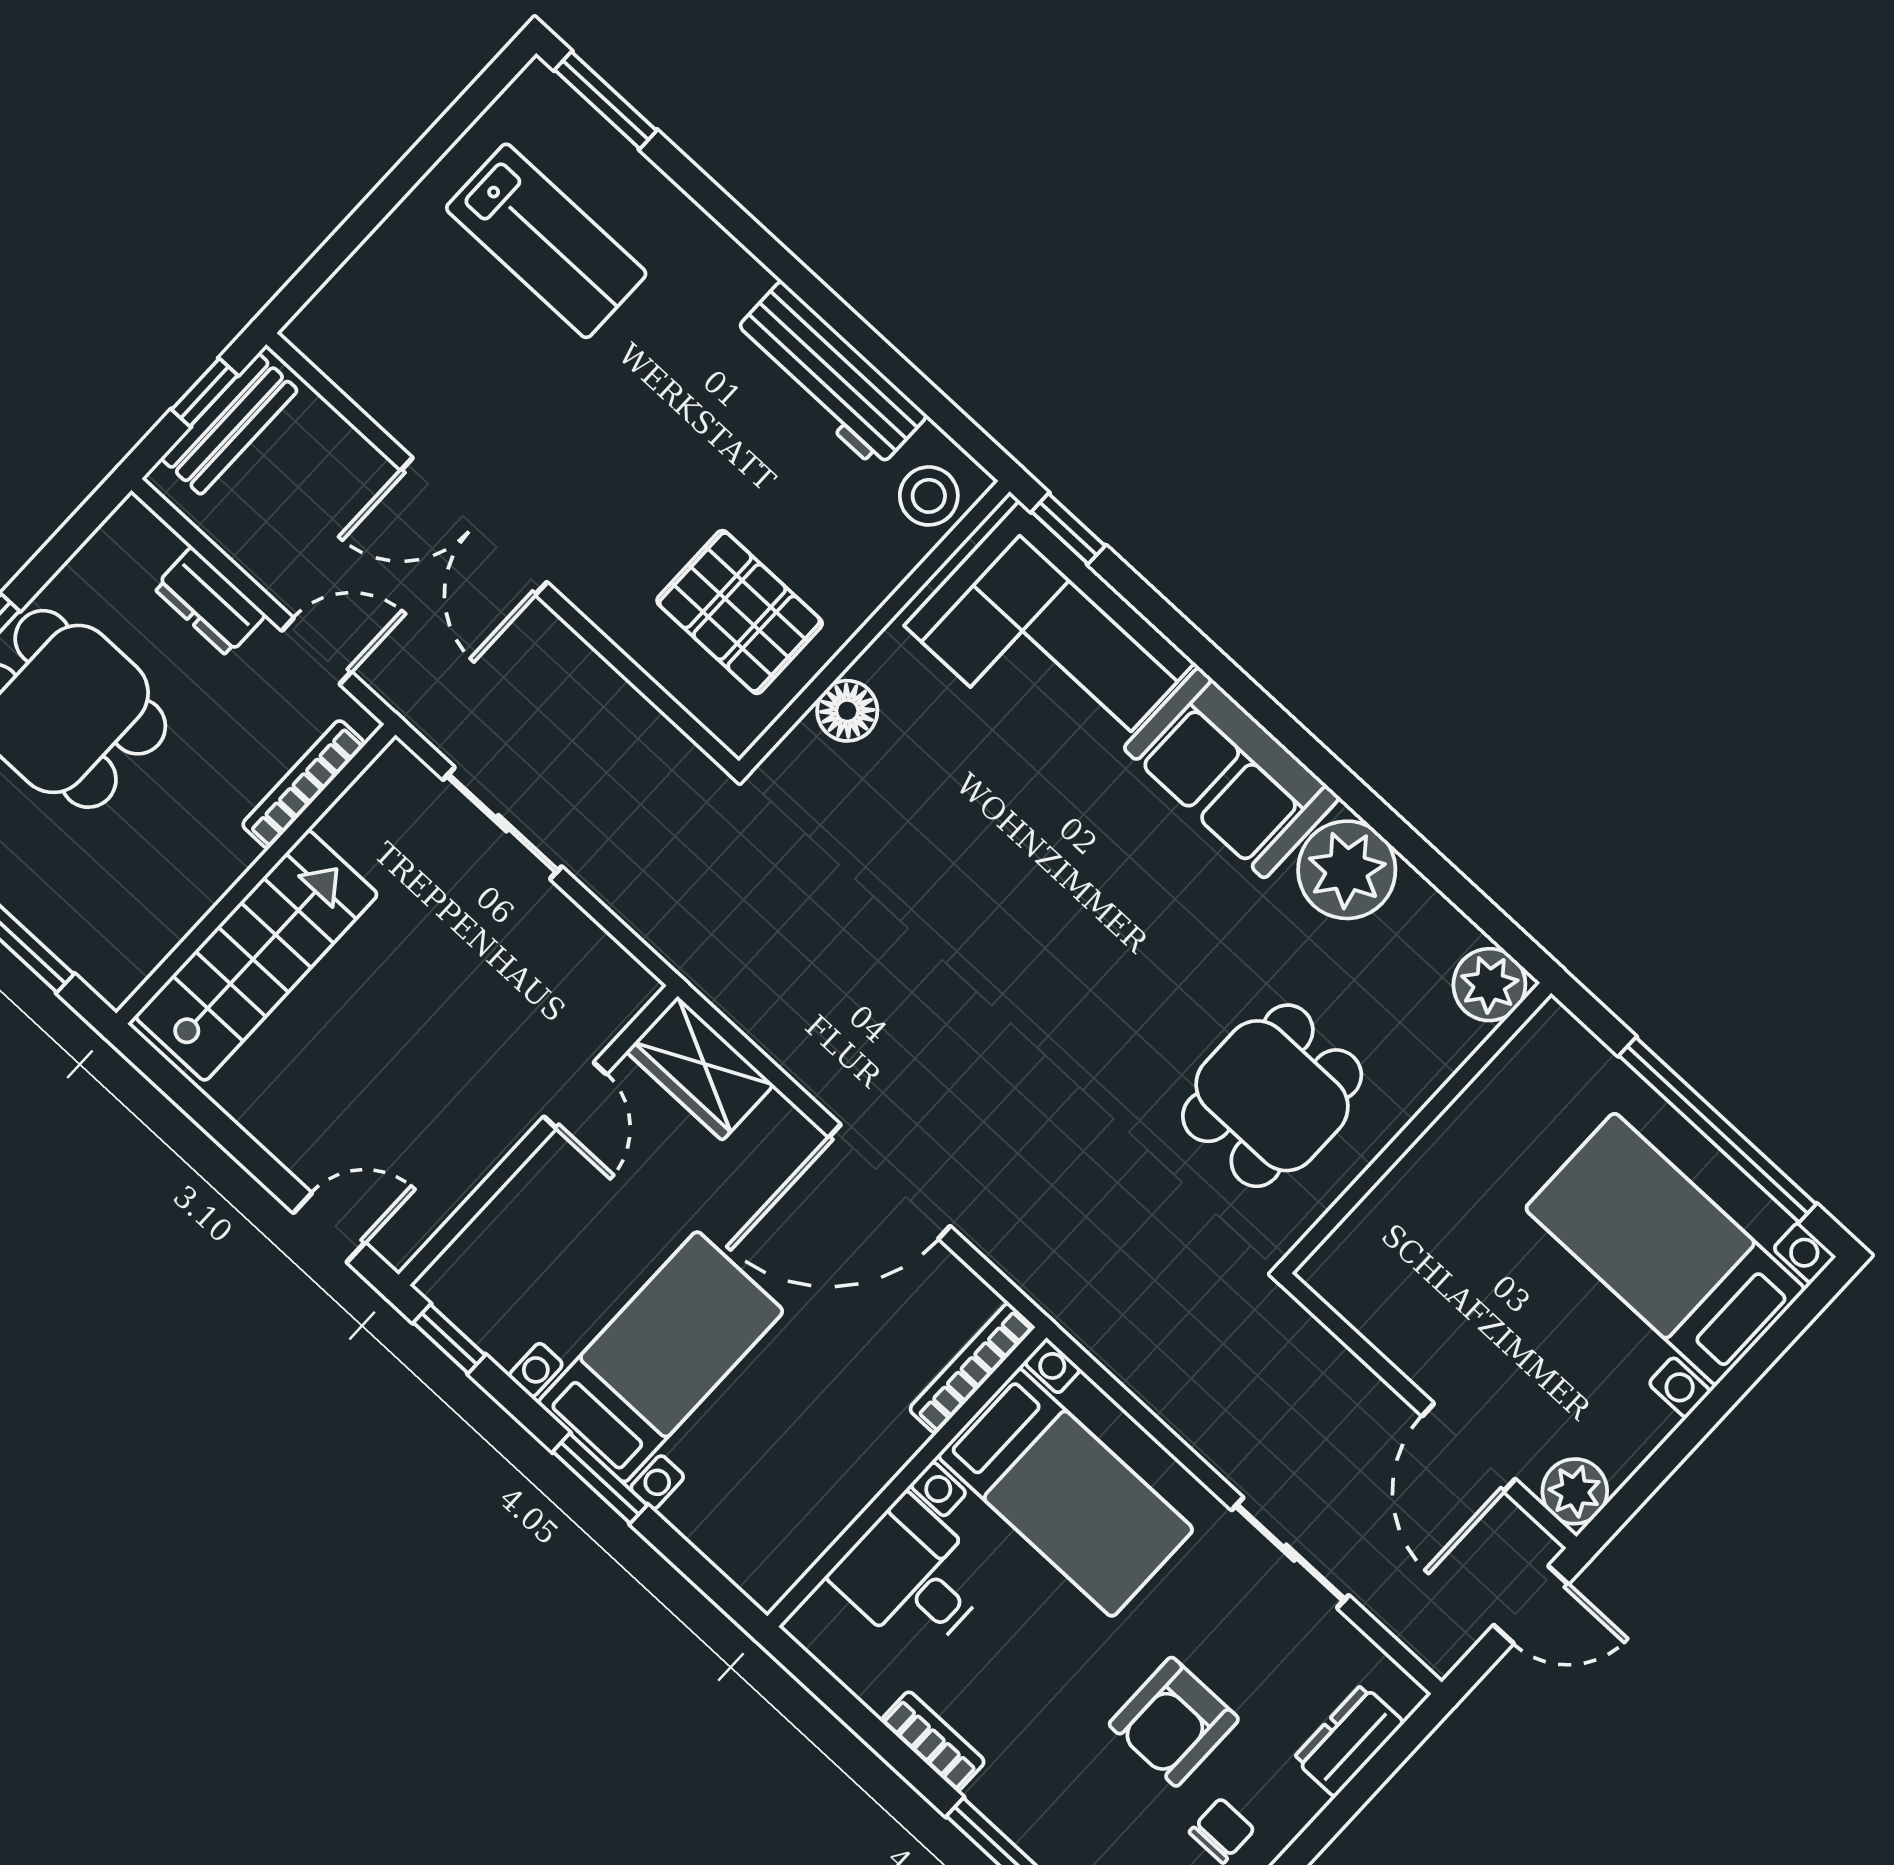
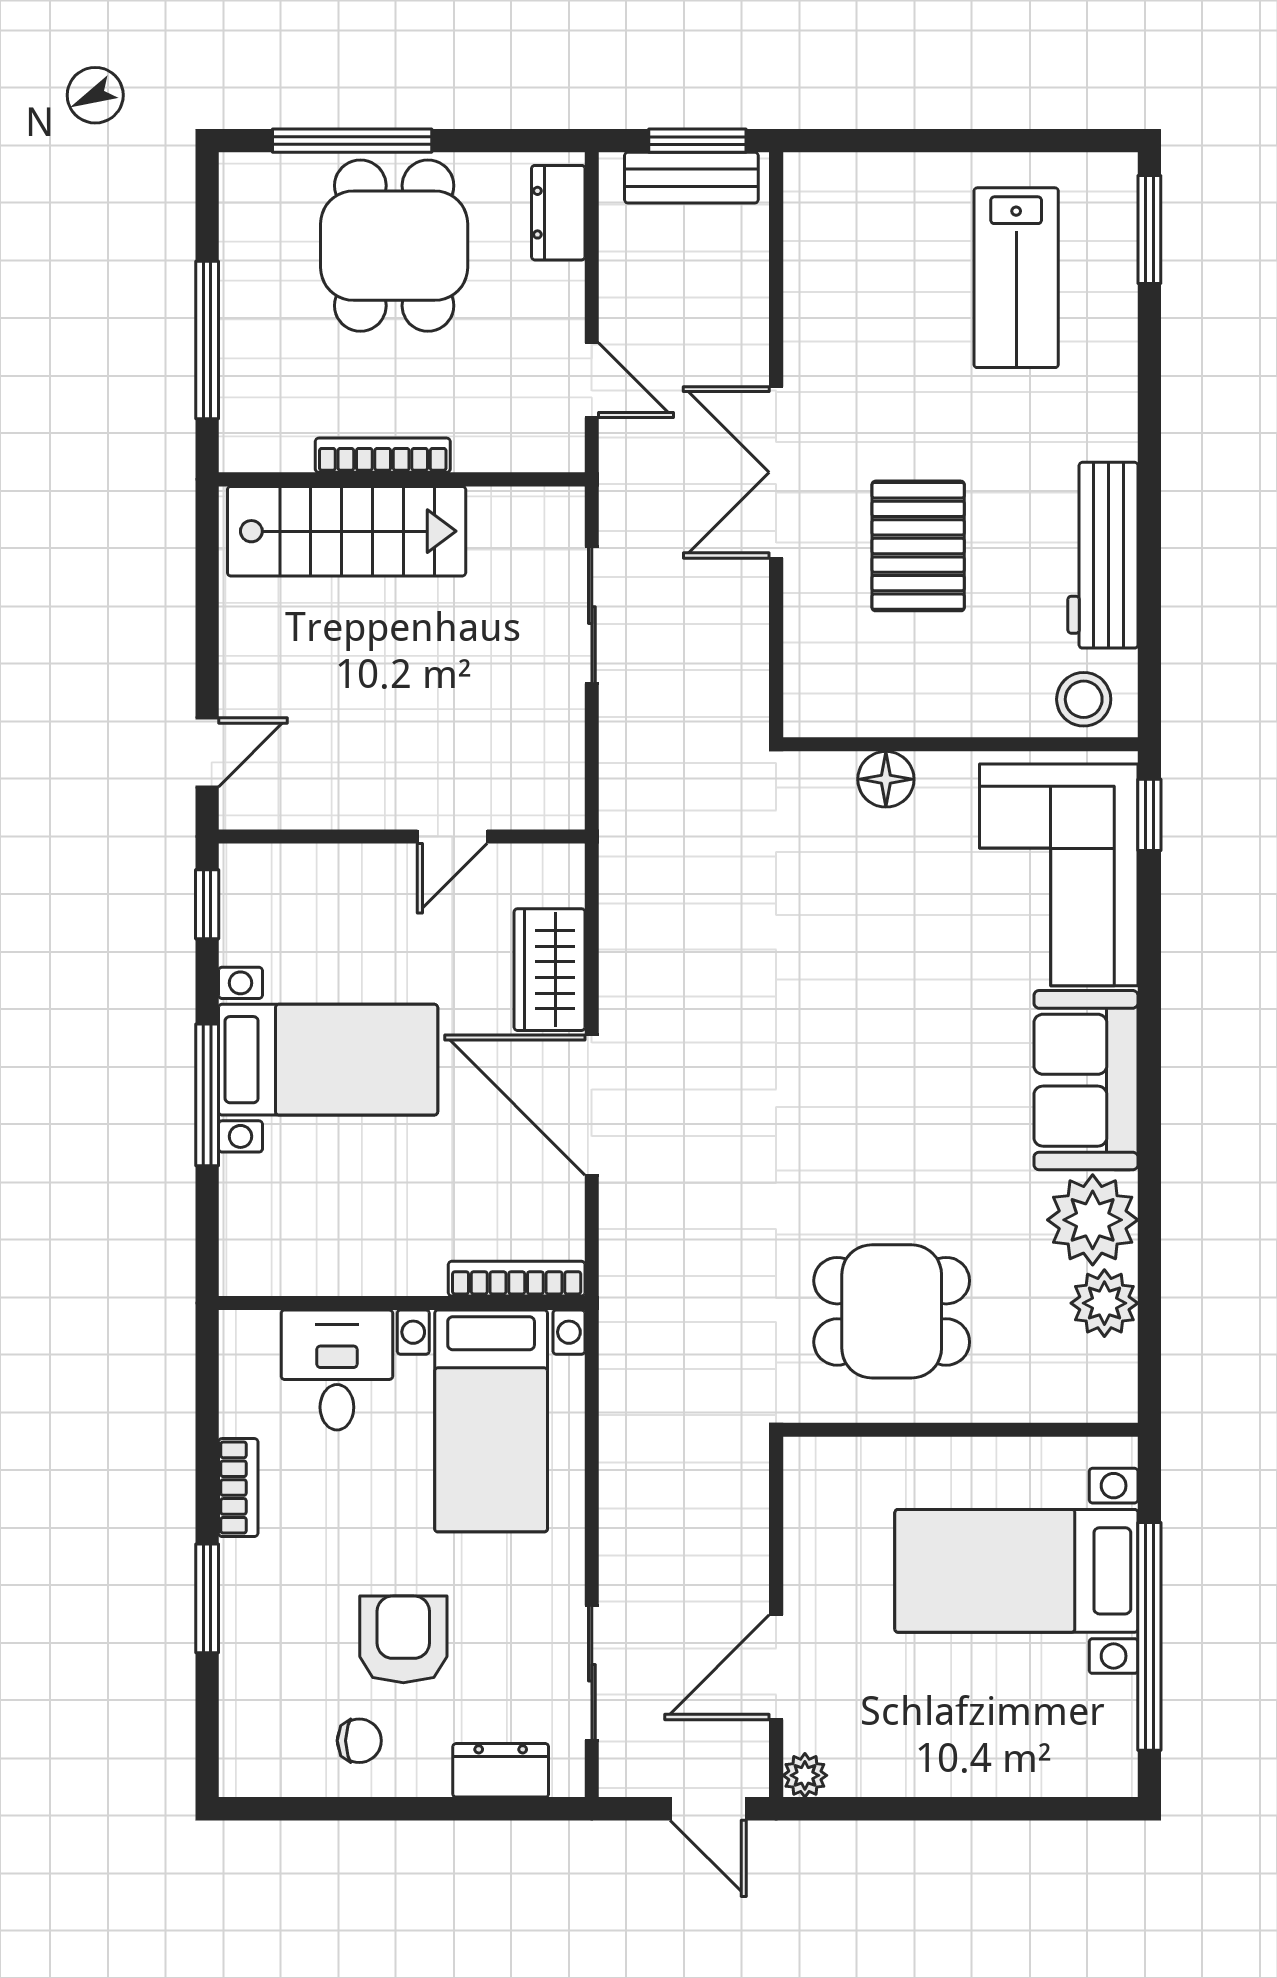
window: (205, 392) -> (697, 141), width x1.50
double door: (474, 526) -> (776, 472), moved
dresser: (210, 601) -> (558, 213), moved
pallet: (740, 612) -> (918, 546), moved
bookcase: (304, 784) -> (383, 455), moved
plant: (1489, 985) -> (1104, 1303), moved
wardrobe: (700, 1068) -> (550, 970), moved
door: (329, 1228) -> (207, 752), hinge flipped
bed with nightstands: (1665, 1249) -> (1016, 1571), moved, turned -90
window: (600, 1478) -> (207, 1095), width x1.44
plant: (1575, 1491) -> (805, 1775), width x0.73, depth x0.73
sliding door: (1290, 1553) -> (592, 1673), moved
armchair: (1174, 1722) -> (403, 1639), turned 90

